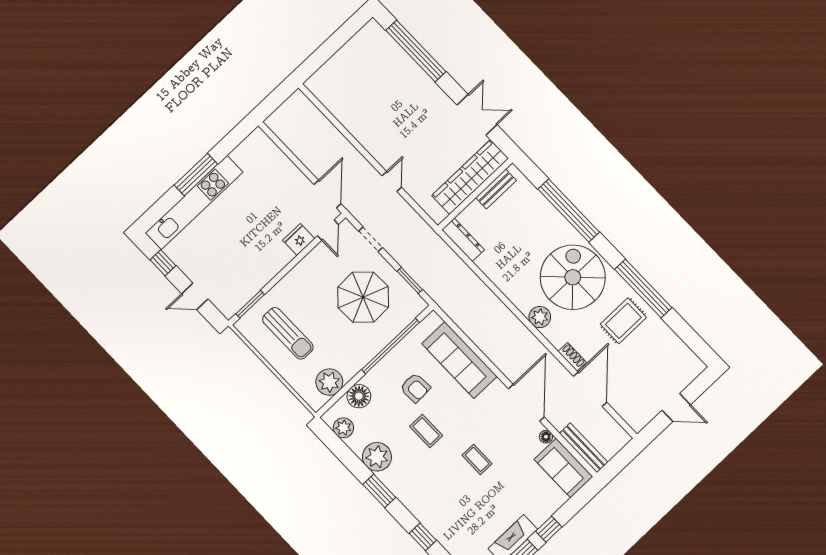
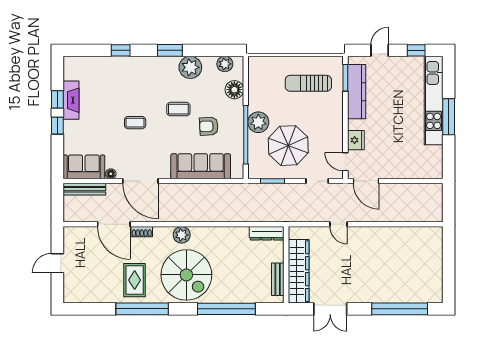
kitchen counter: (253, 281) -> (357, 92), added
plant: (329, 382) -> (258, 122), moved

